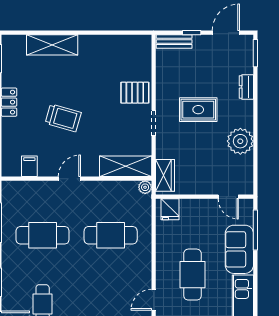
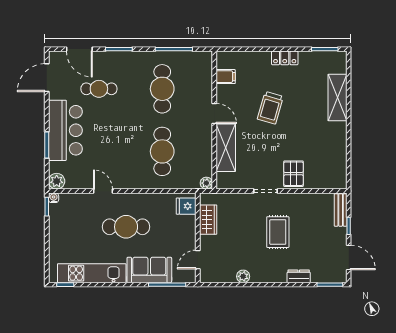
plant: (240, 141) -> (243, 276), width x0.53, depth x0.53
shelving: (126, 166) -> (226, 148), moved
wardrobe: (165, 175) -> (208, 220), moved, turned -90

